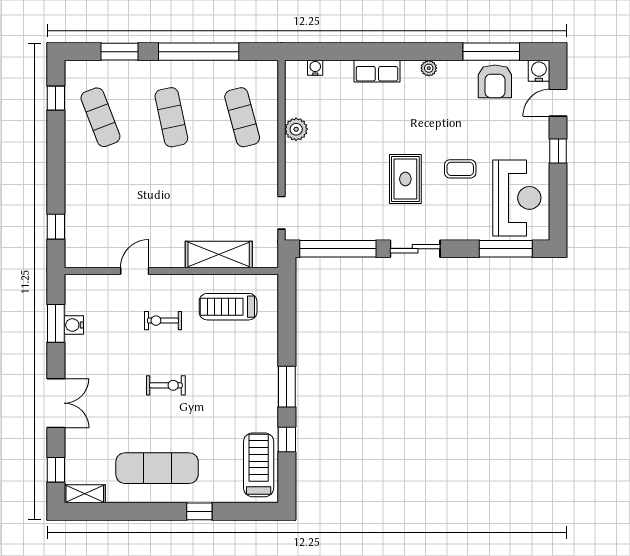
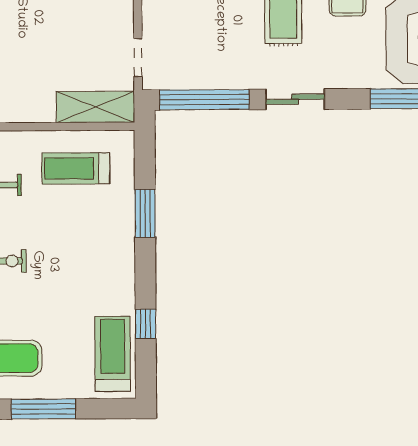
shelving: (219, 254) -> (95, 107), moved
window: (287, 387) -> (145, 213), moved
window: (199, 511) -> (43, 409), width x2.17

